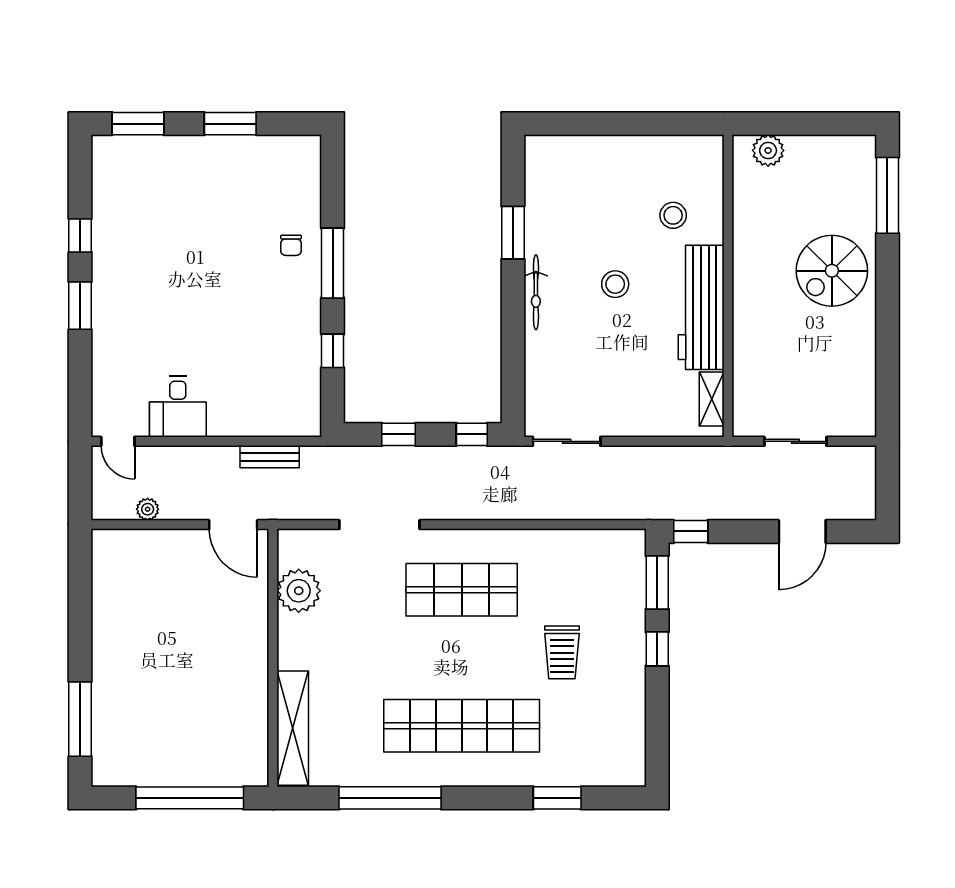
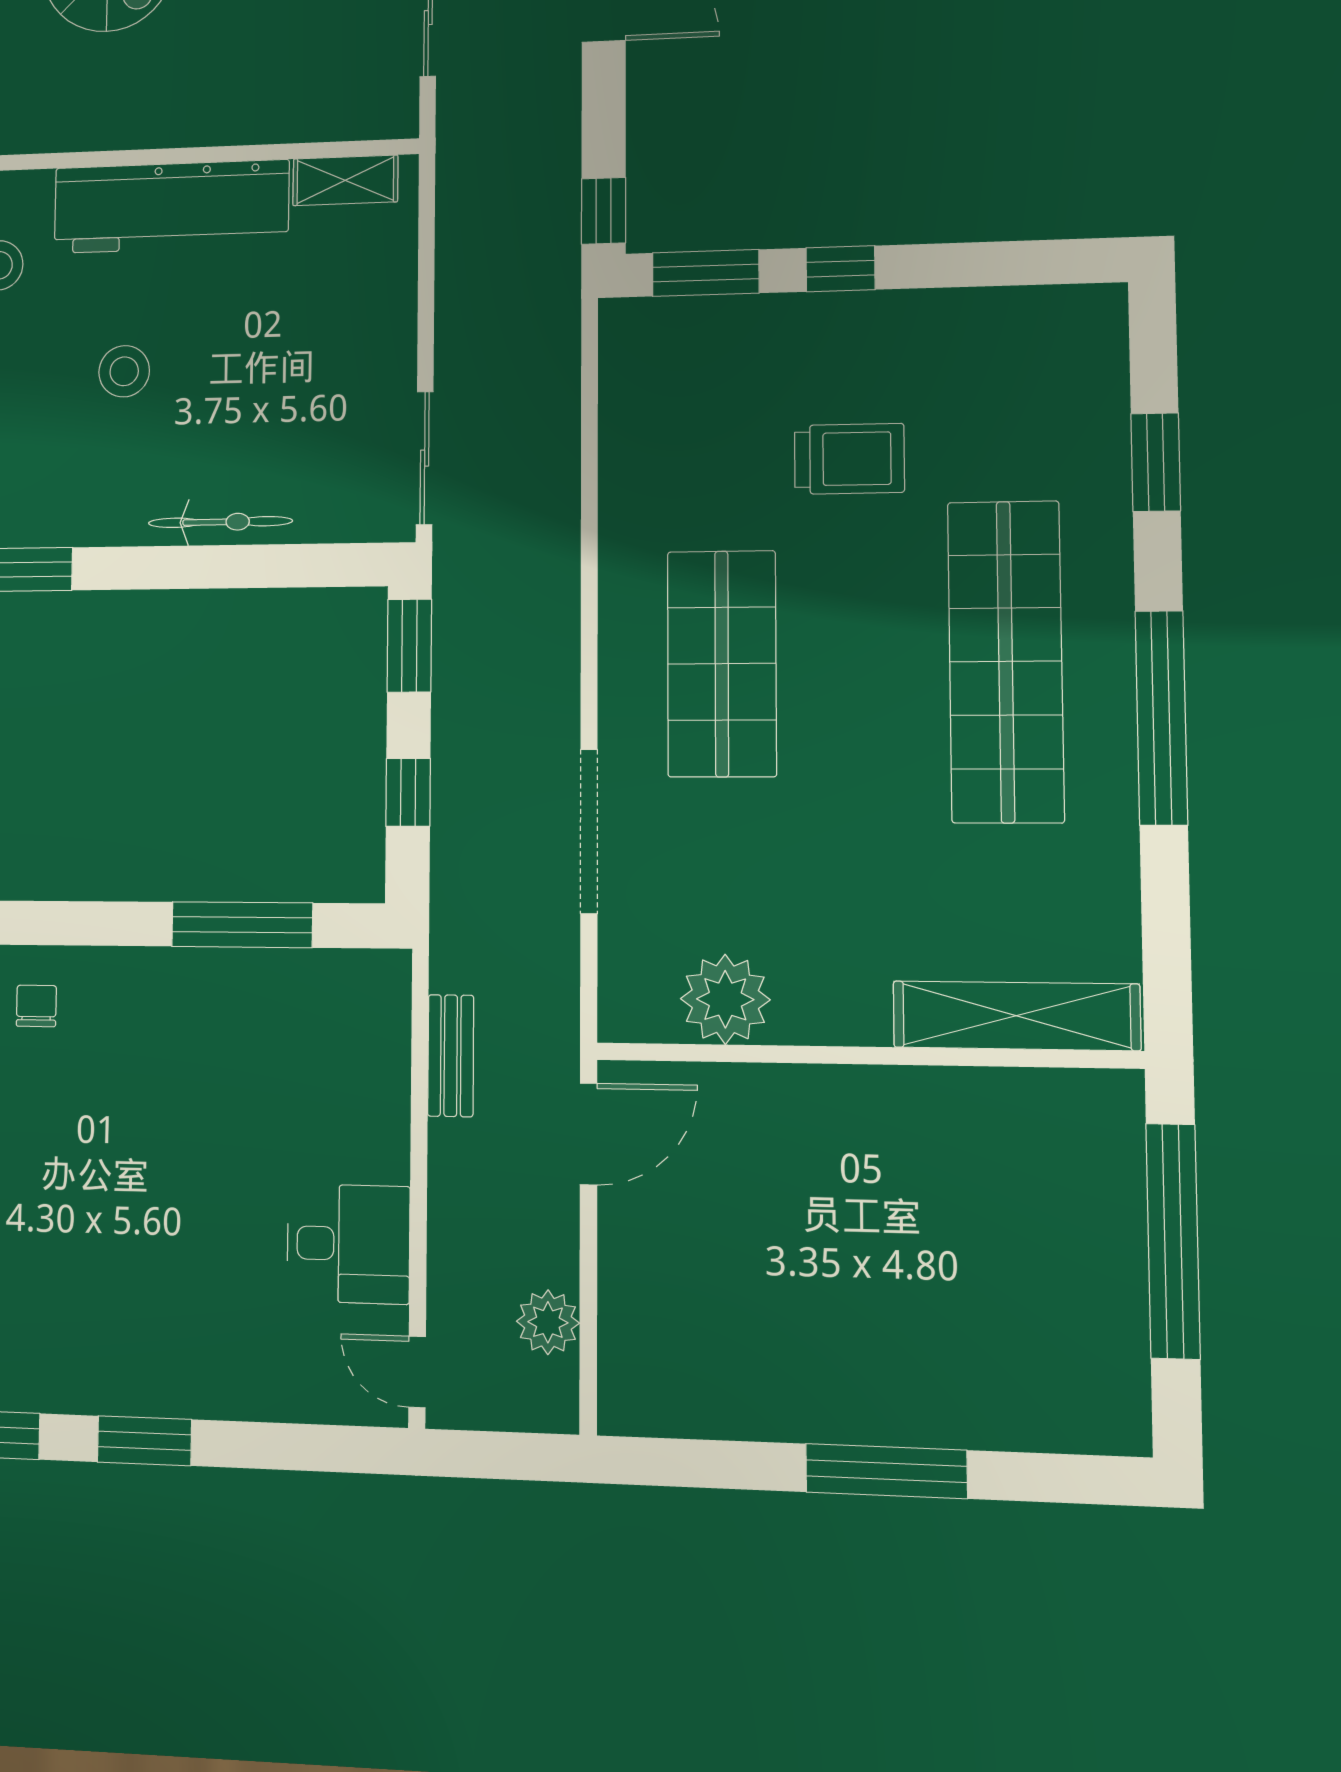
chair: (291, 245) -> (36, 1006), turned -90
window: (333, 263) -> (72, 923), removed
bicycle: (536, 292) -> (220, 522), moved
window: (333, 351) -> (242, 925), width x2.17
window: (472, 434) -> (409, 646), width x1.50
door: (118, 441) -> (417, 1372), swing flipped
plant: (148, 509) -> (548, 1322), width x1.38, depth x1.38
window: (80, 719) -> (886, 1471), moved
window: (390, 798) -> (1161, 718), moved

